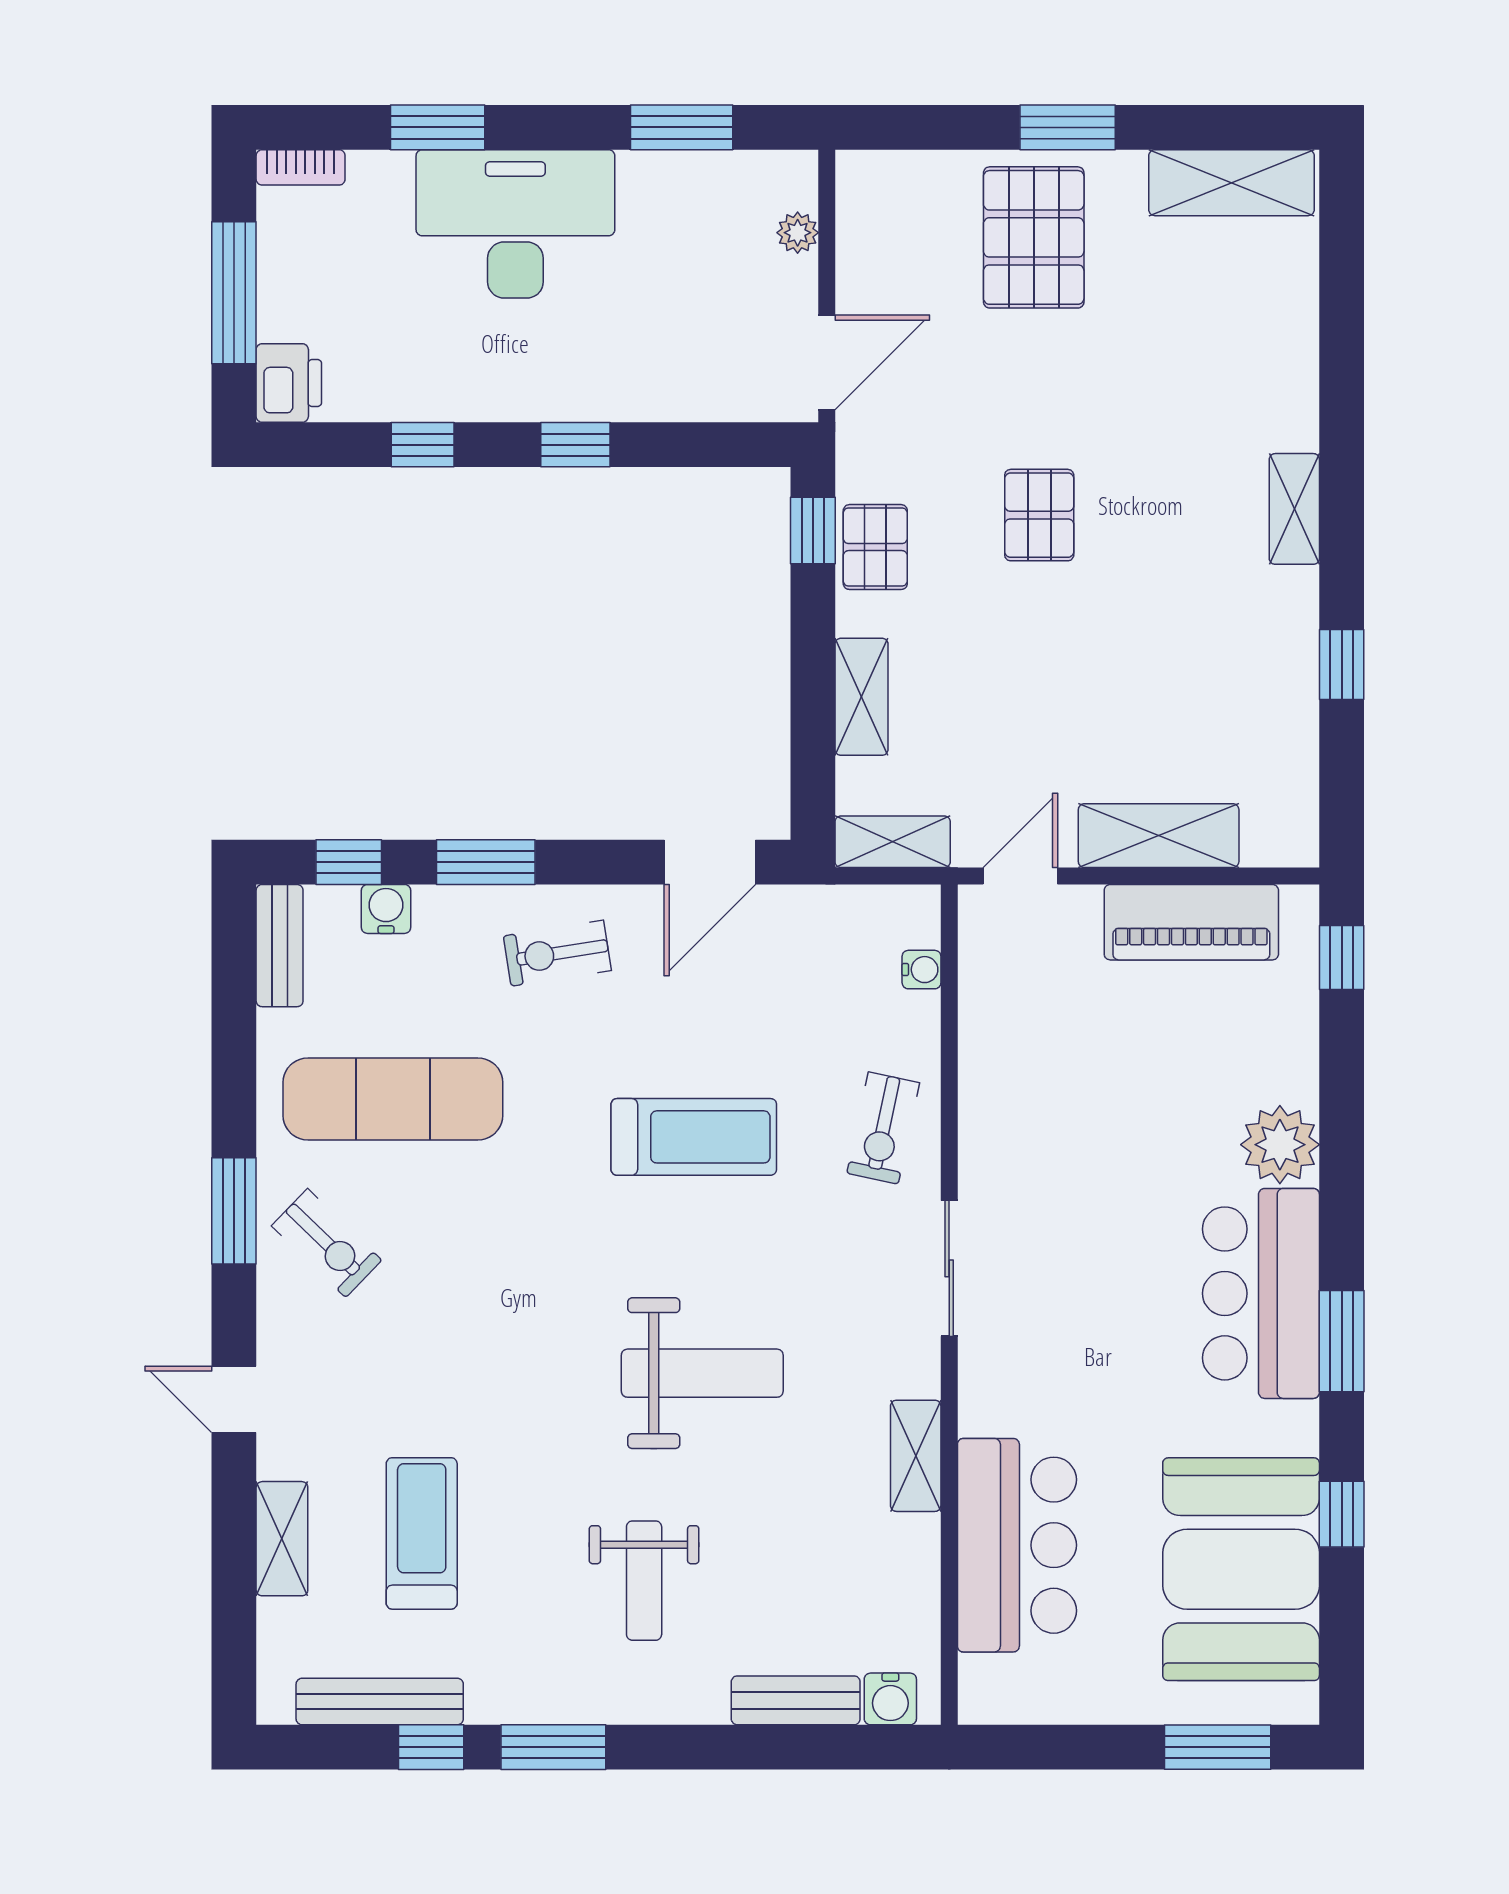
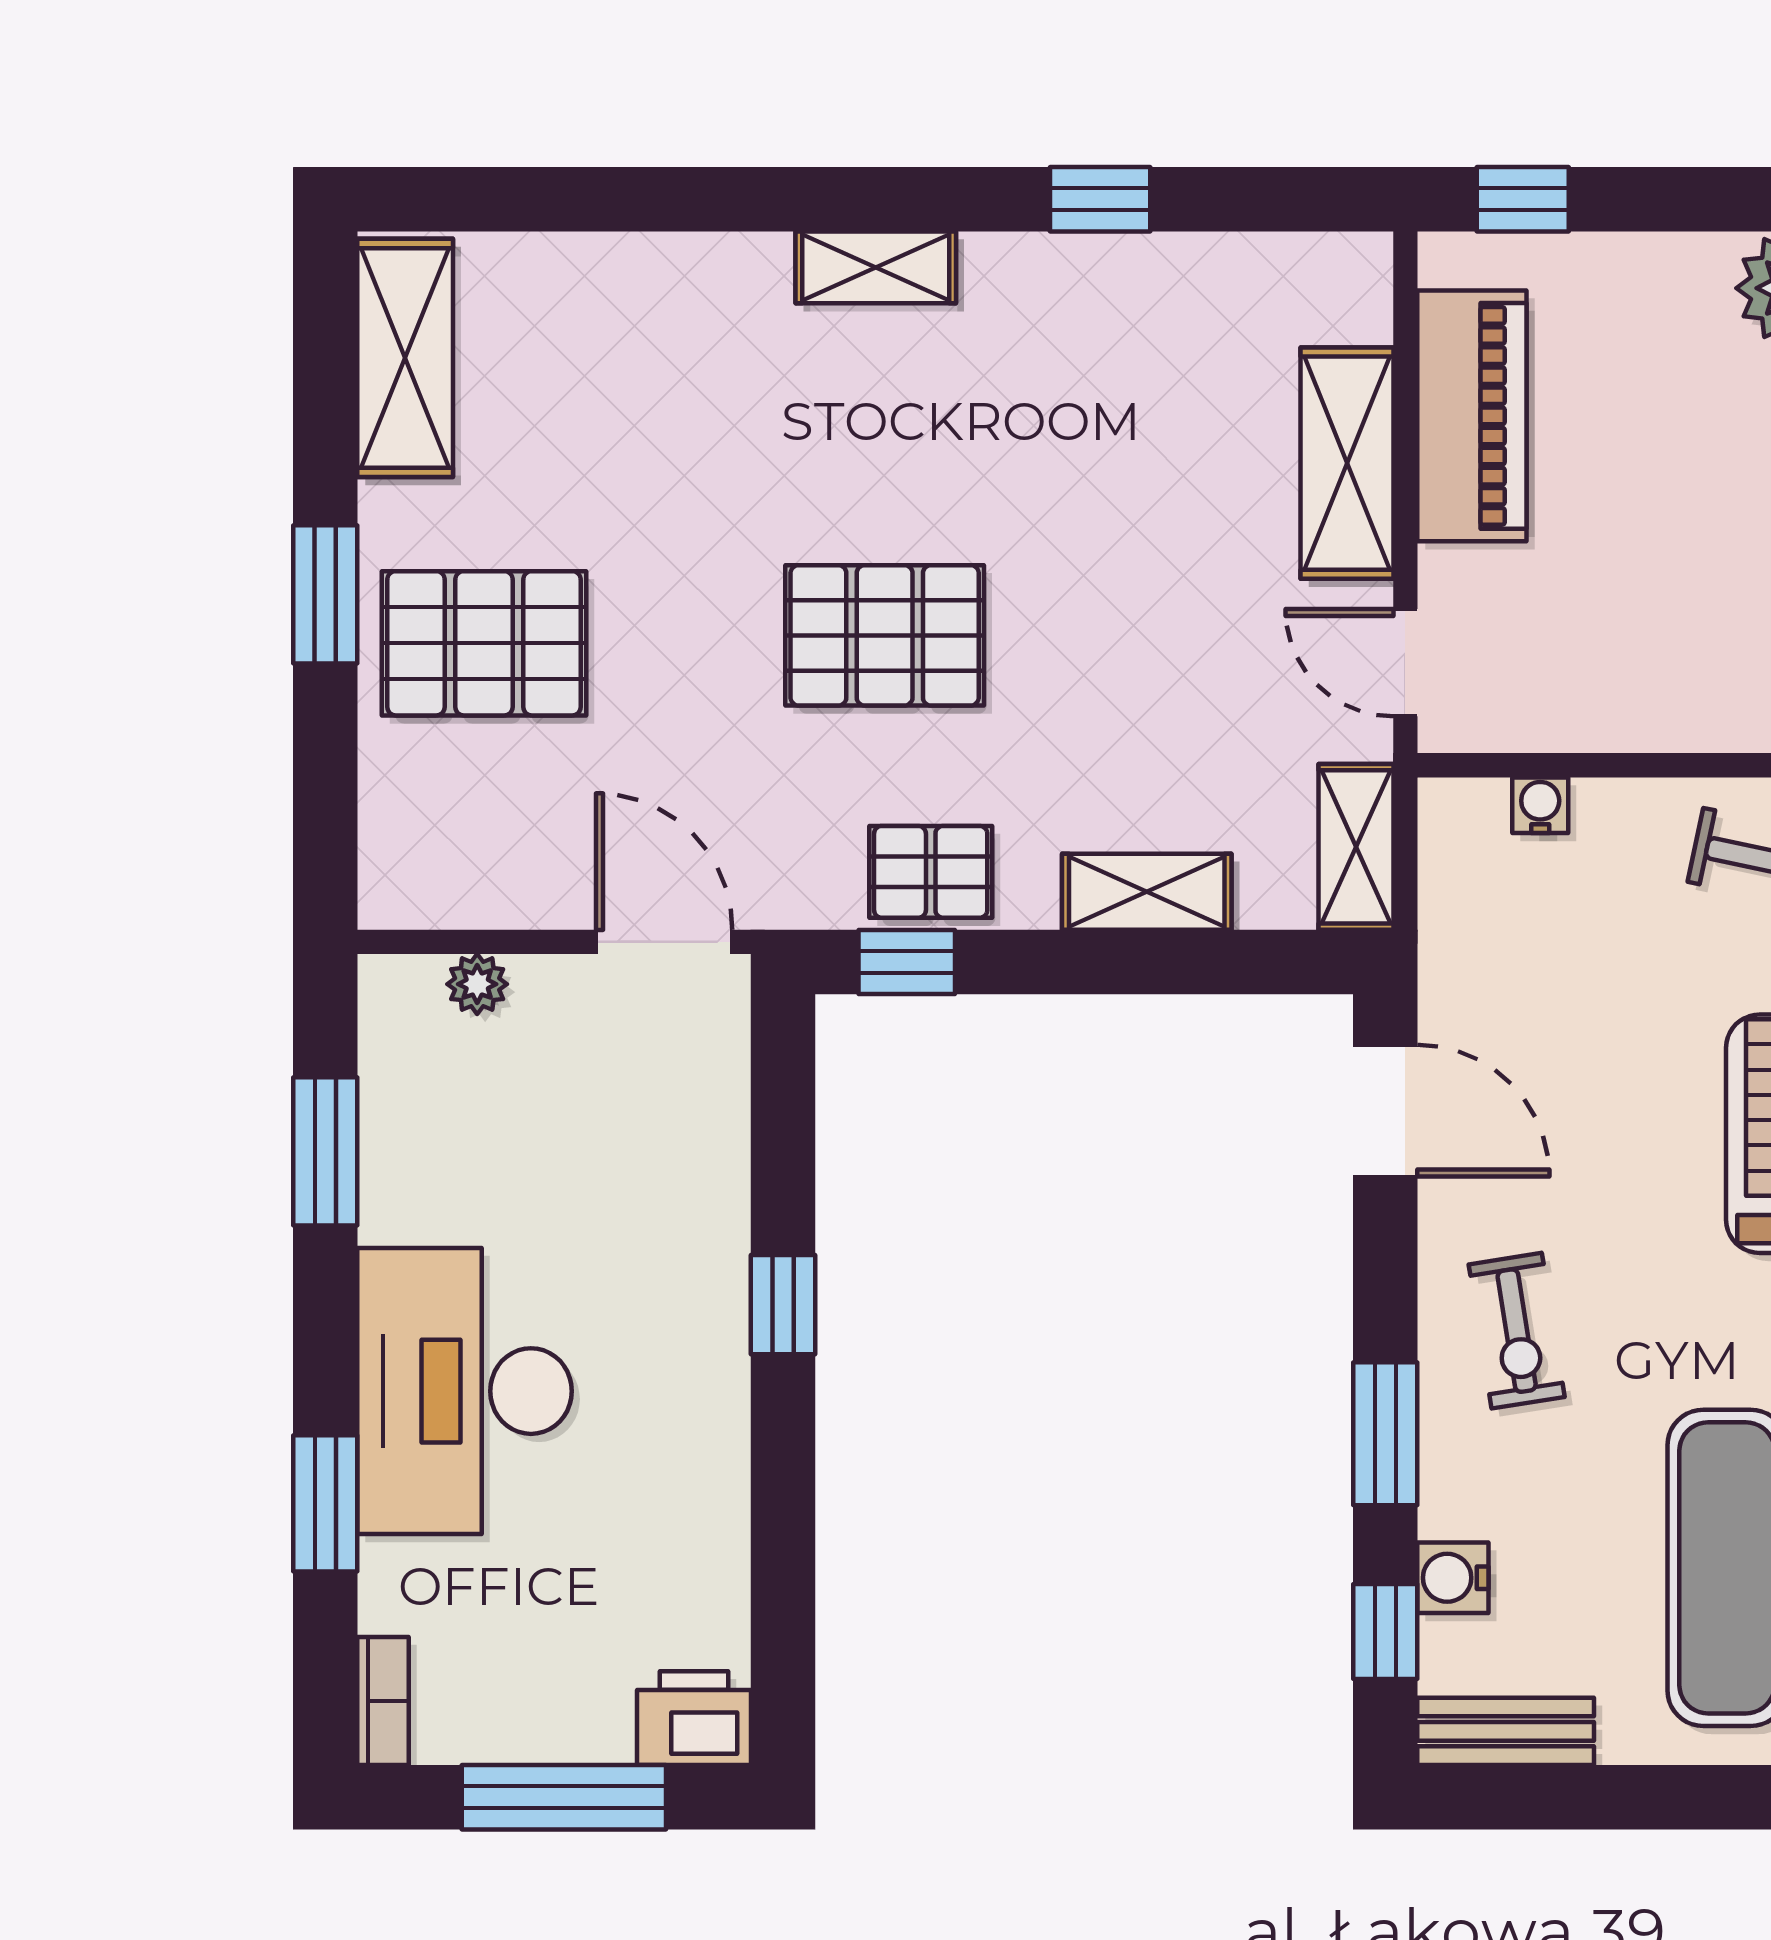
window: (423, 445) -> (783, 1525), removed
pallet: (1039, 515) -> (885, 635), width x1.50, depth x1.42

